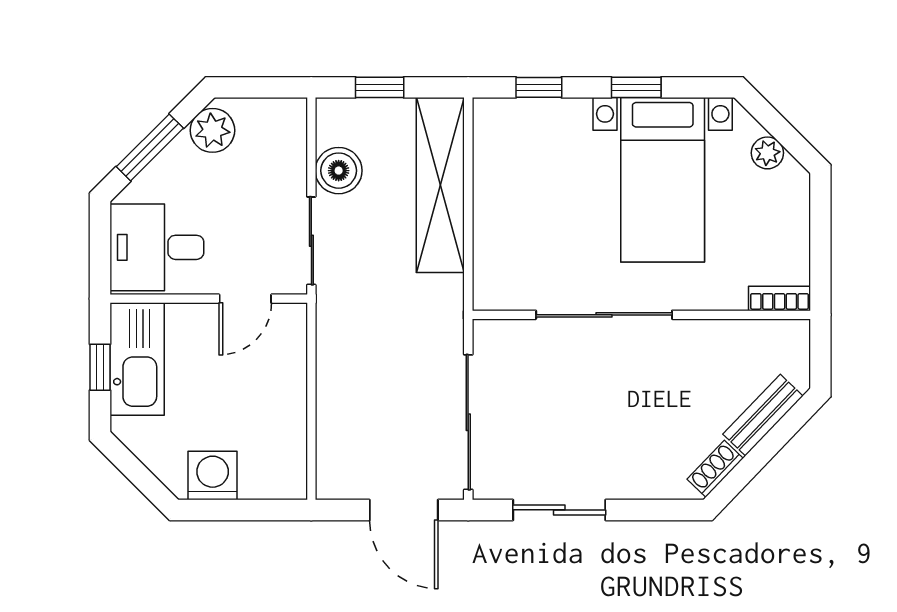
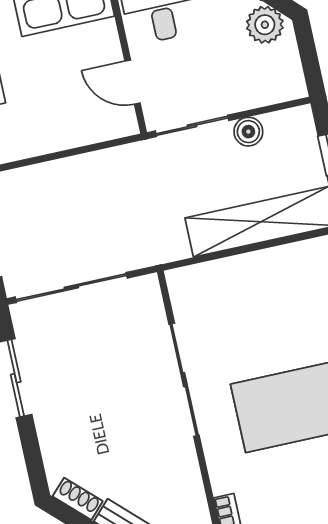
boiler: (339, 171) -> (248, 132), width x0.73, depth x0.73

